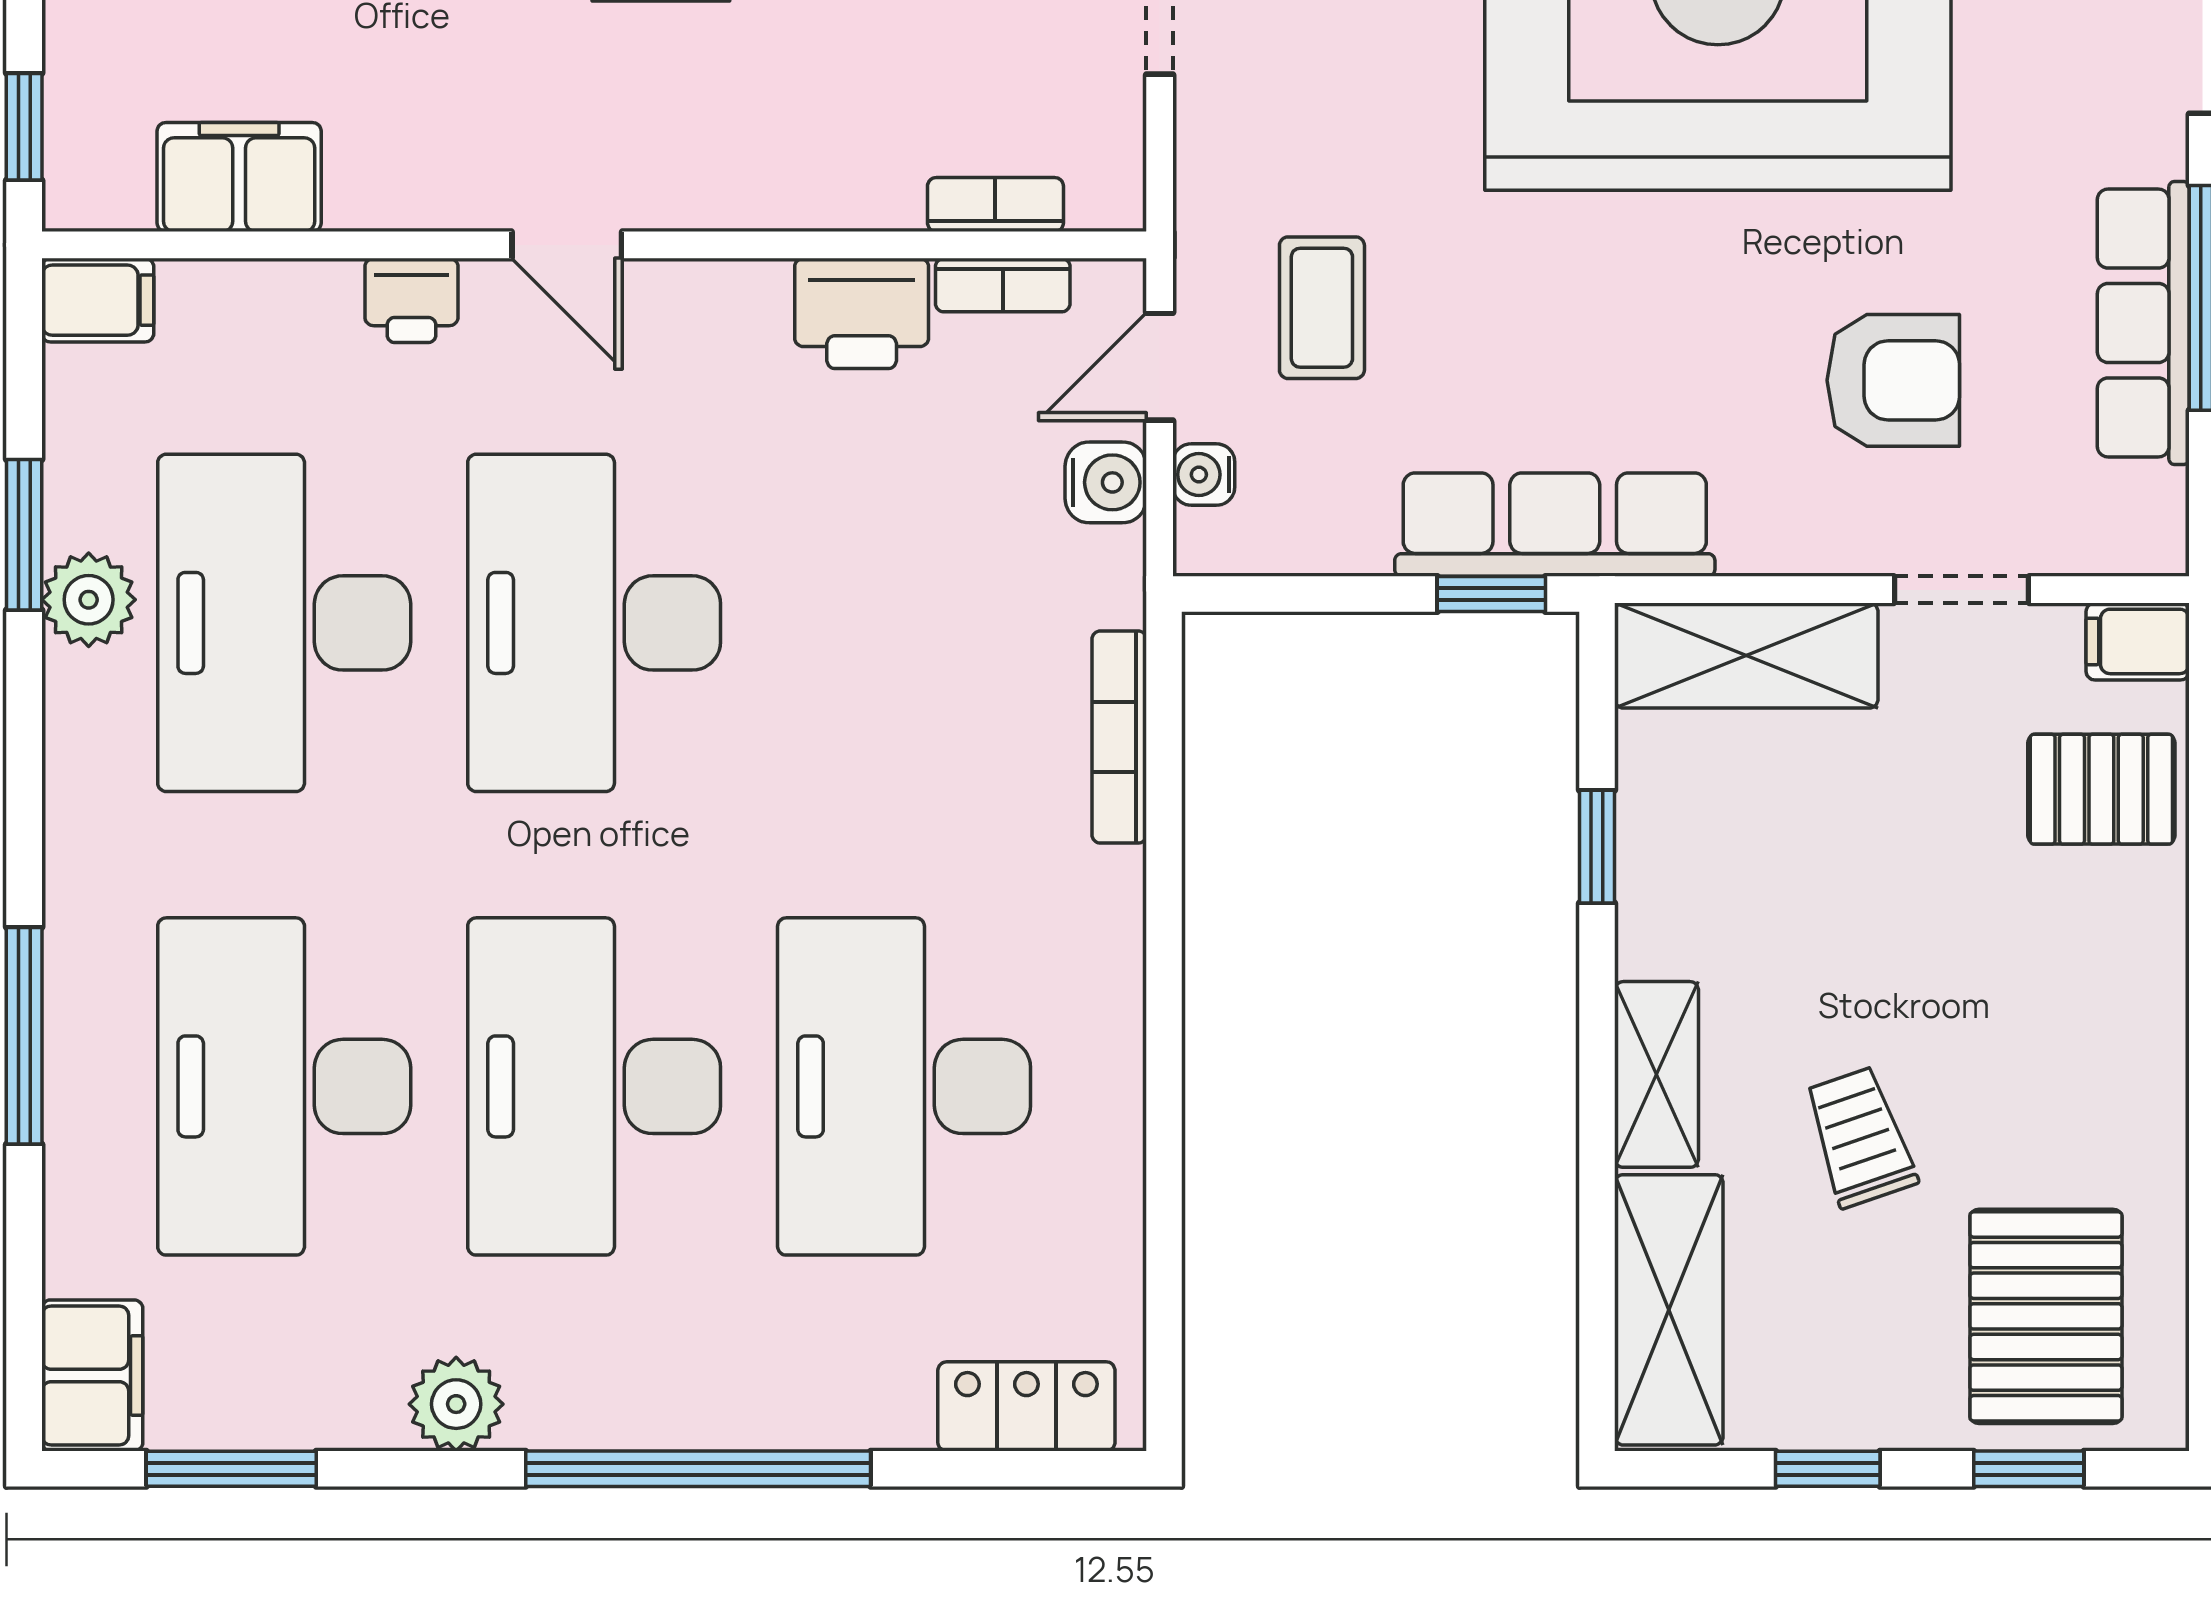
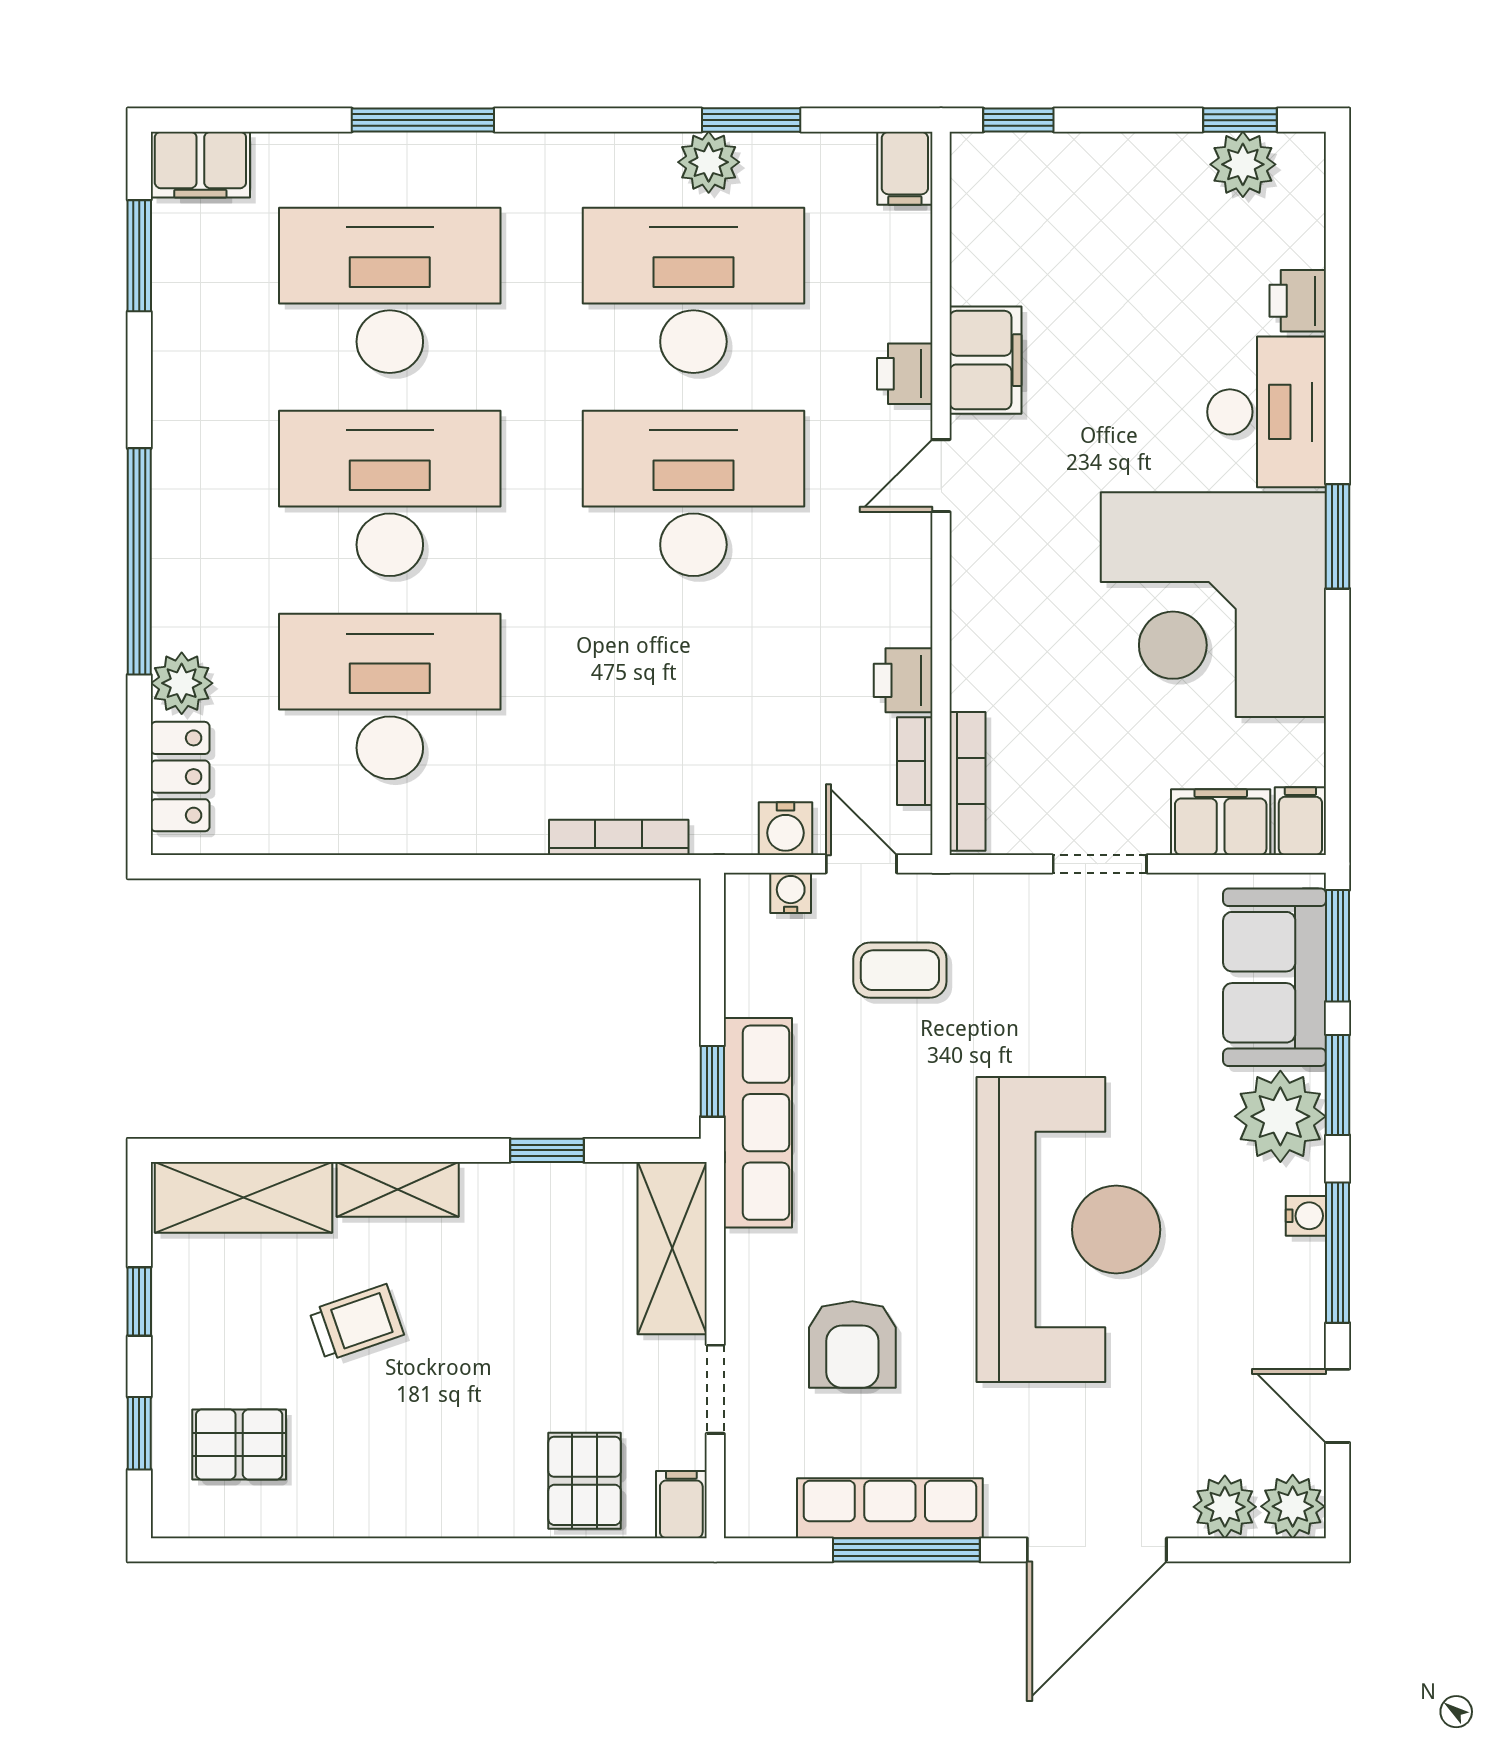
filing cabinet: (239, 177) -> (986, 360), moved
bookcase: (995, 205) -> (967, 781), width x1.56
printer: (862, 313) -> (903, 680), width x0.73, depth x0.81
pallet: (2046, 1316) -> (239, 1444), width x0.67, depth x0.71
plant: (456, 1404) -> (182, 683), moved

